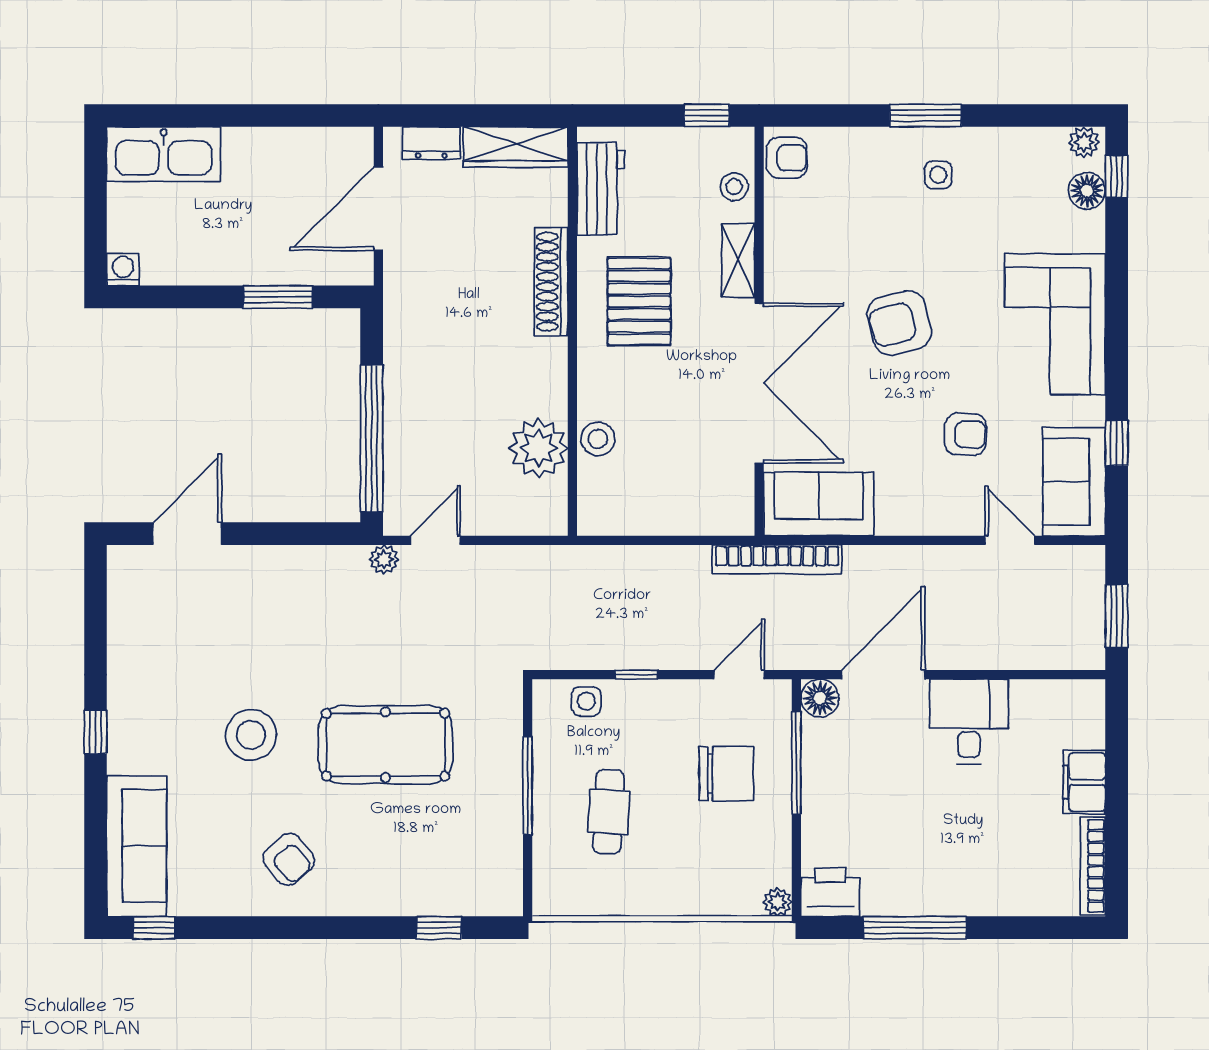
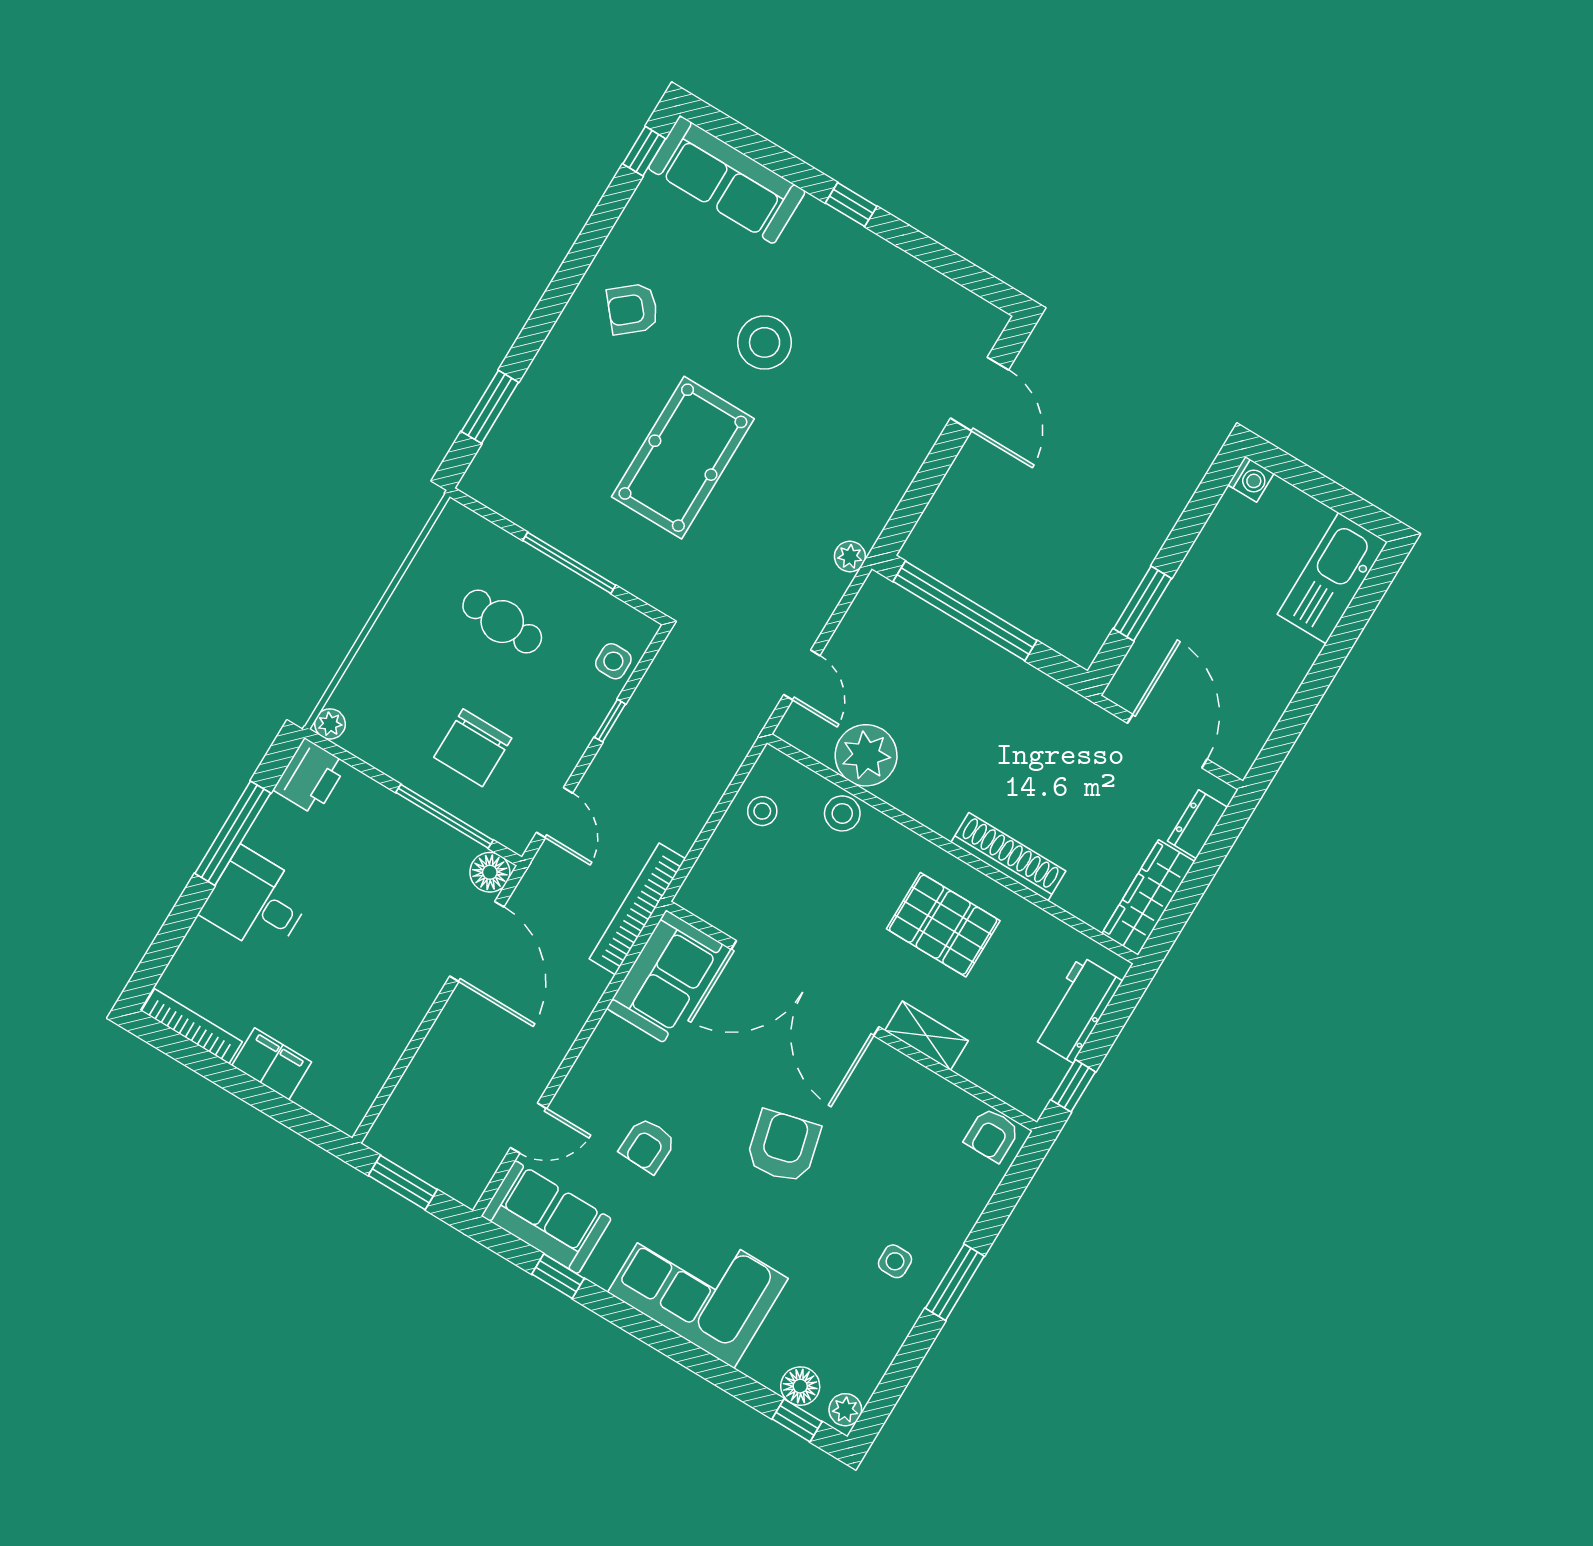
stool: (734, 187) -> (762, 811), moved
workbench: (601, 189) -> (1077, 1009), moved, turned 90
door: (435, 540) -> (802, 675), moved
desk: (969, 722) -> (257, 902), moved, turned 180
window: (439, 928) -> (490, 407), width x1.50

